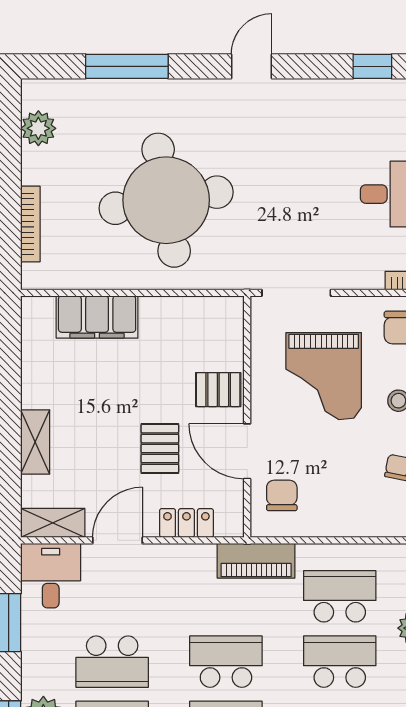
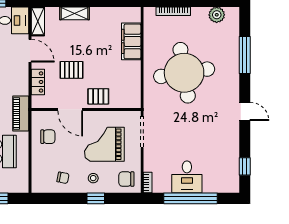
pallet: (218, 390) -> (98, 96), turned 90
door: (247, 451) -> (70, 109), swing flipped
chair: (282, 495) -> (48, 137), moved

